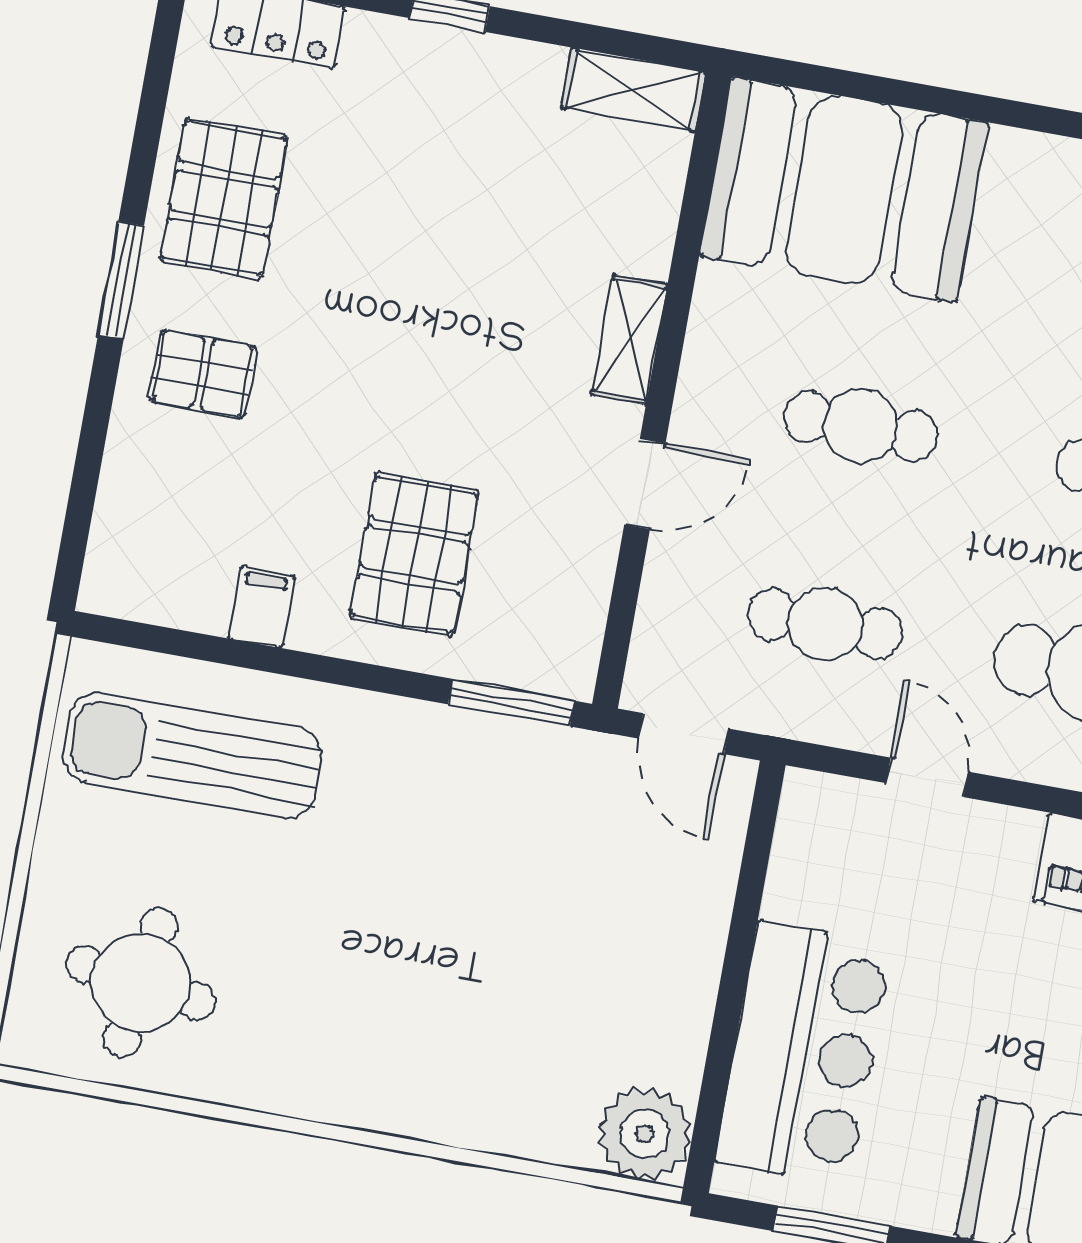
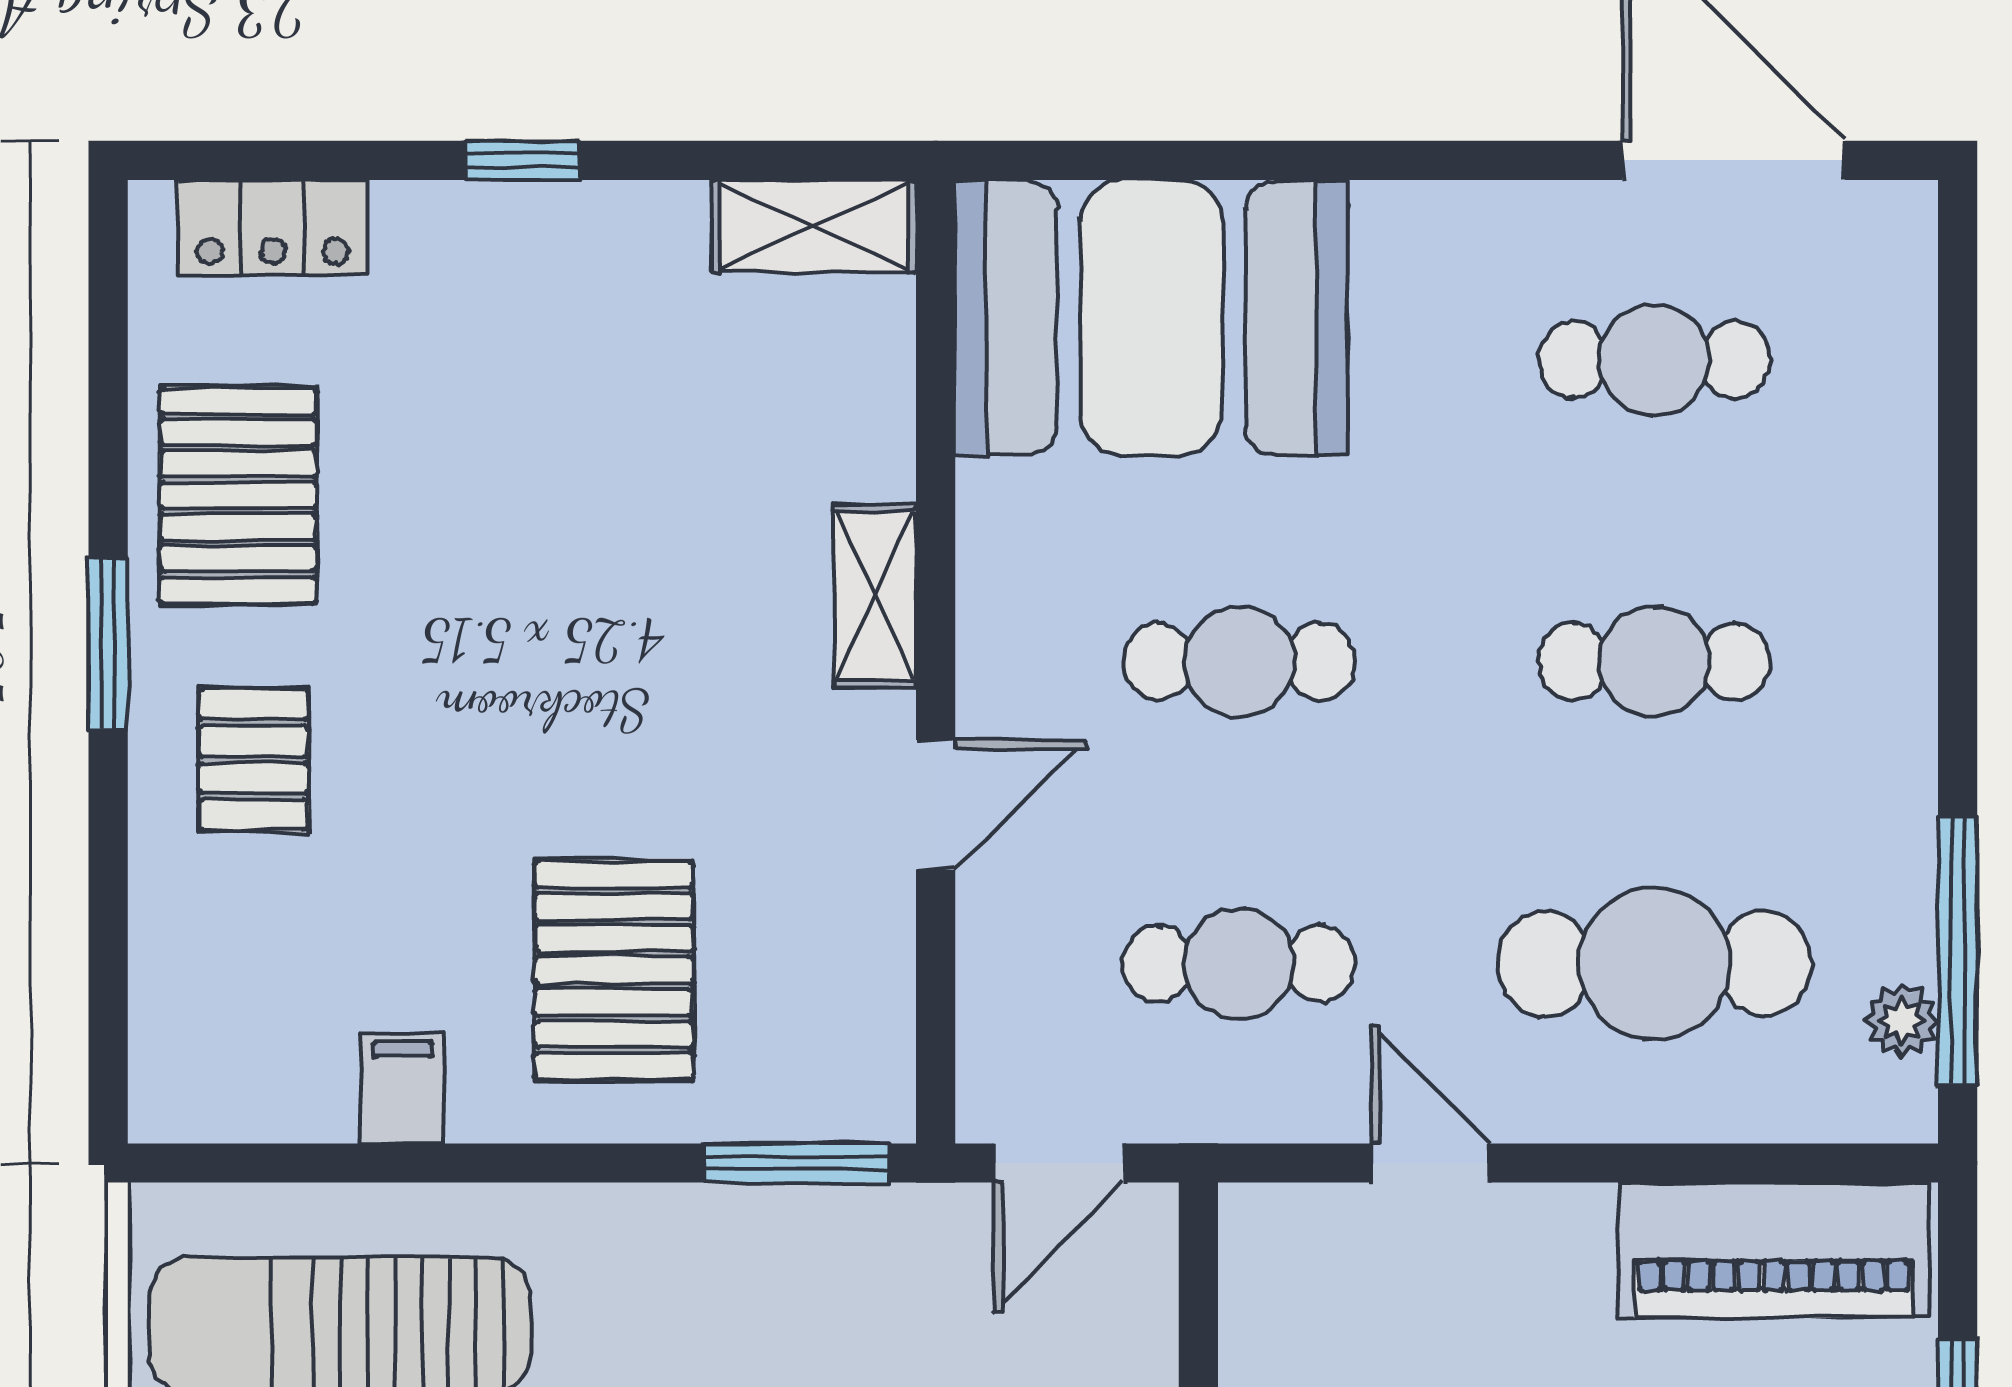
pallet: (203, 374) -> (254, 760), turned 90
door: (684, 734) -> (1059, 1163), hinge flipped

